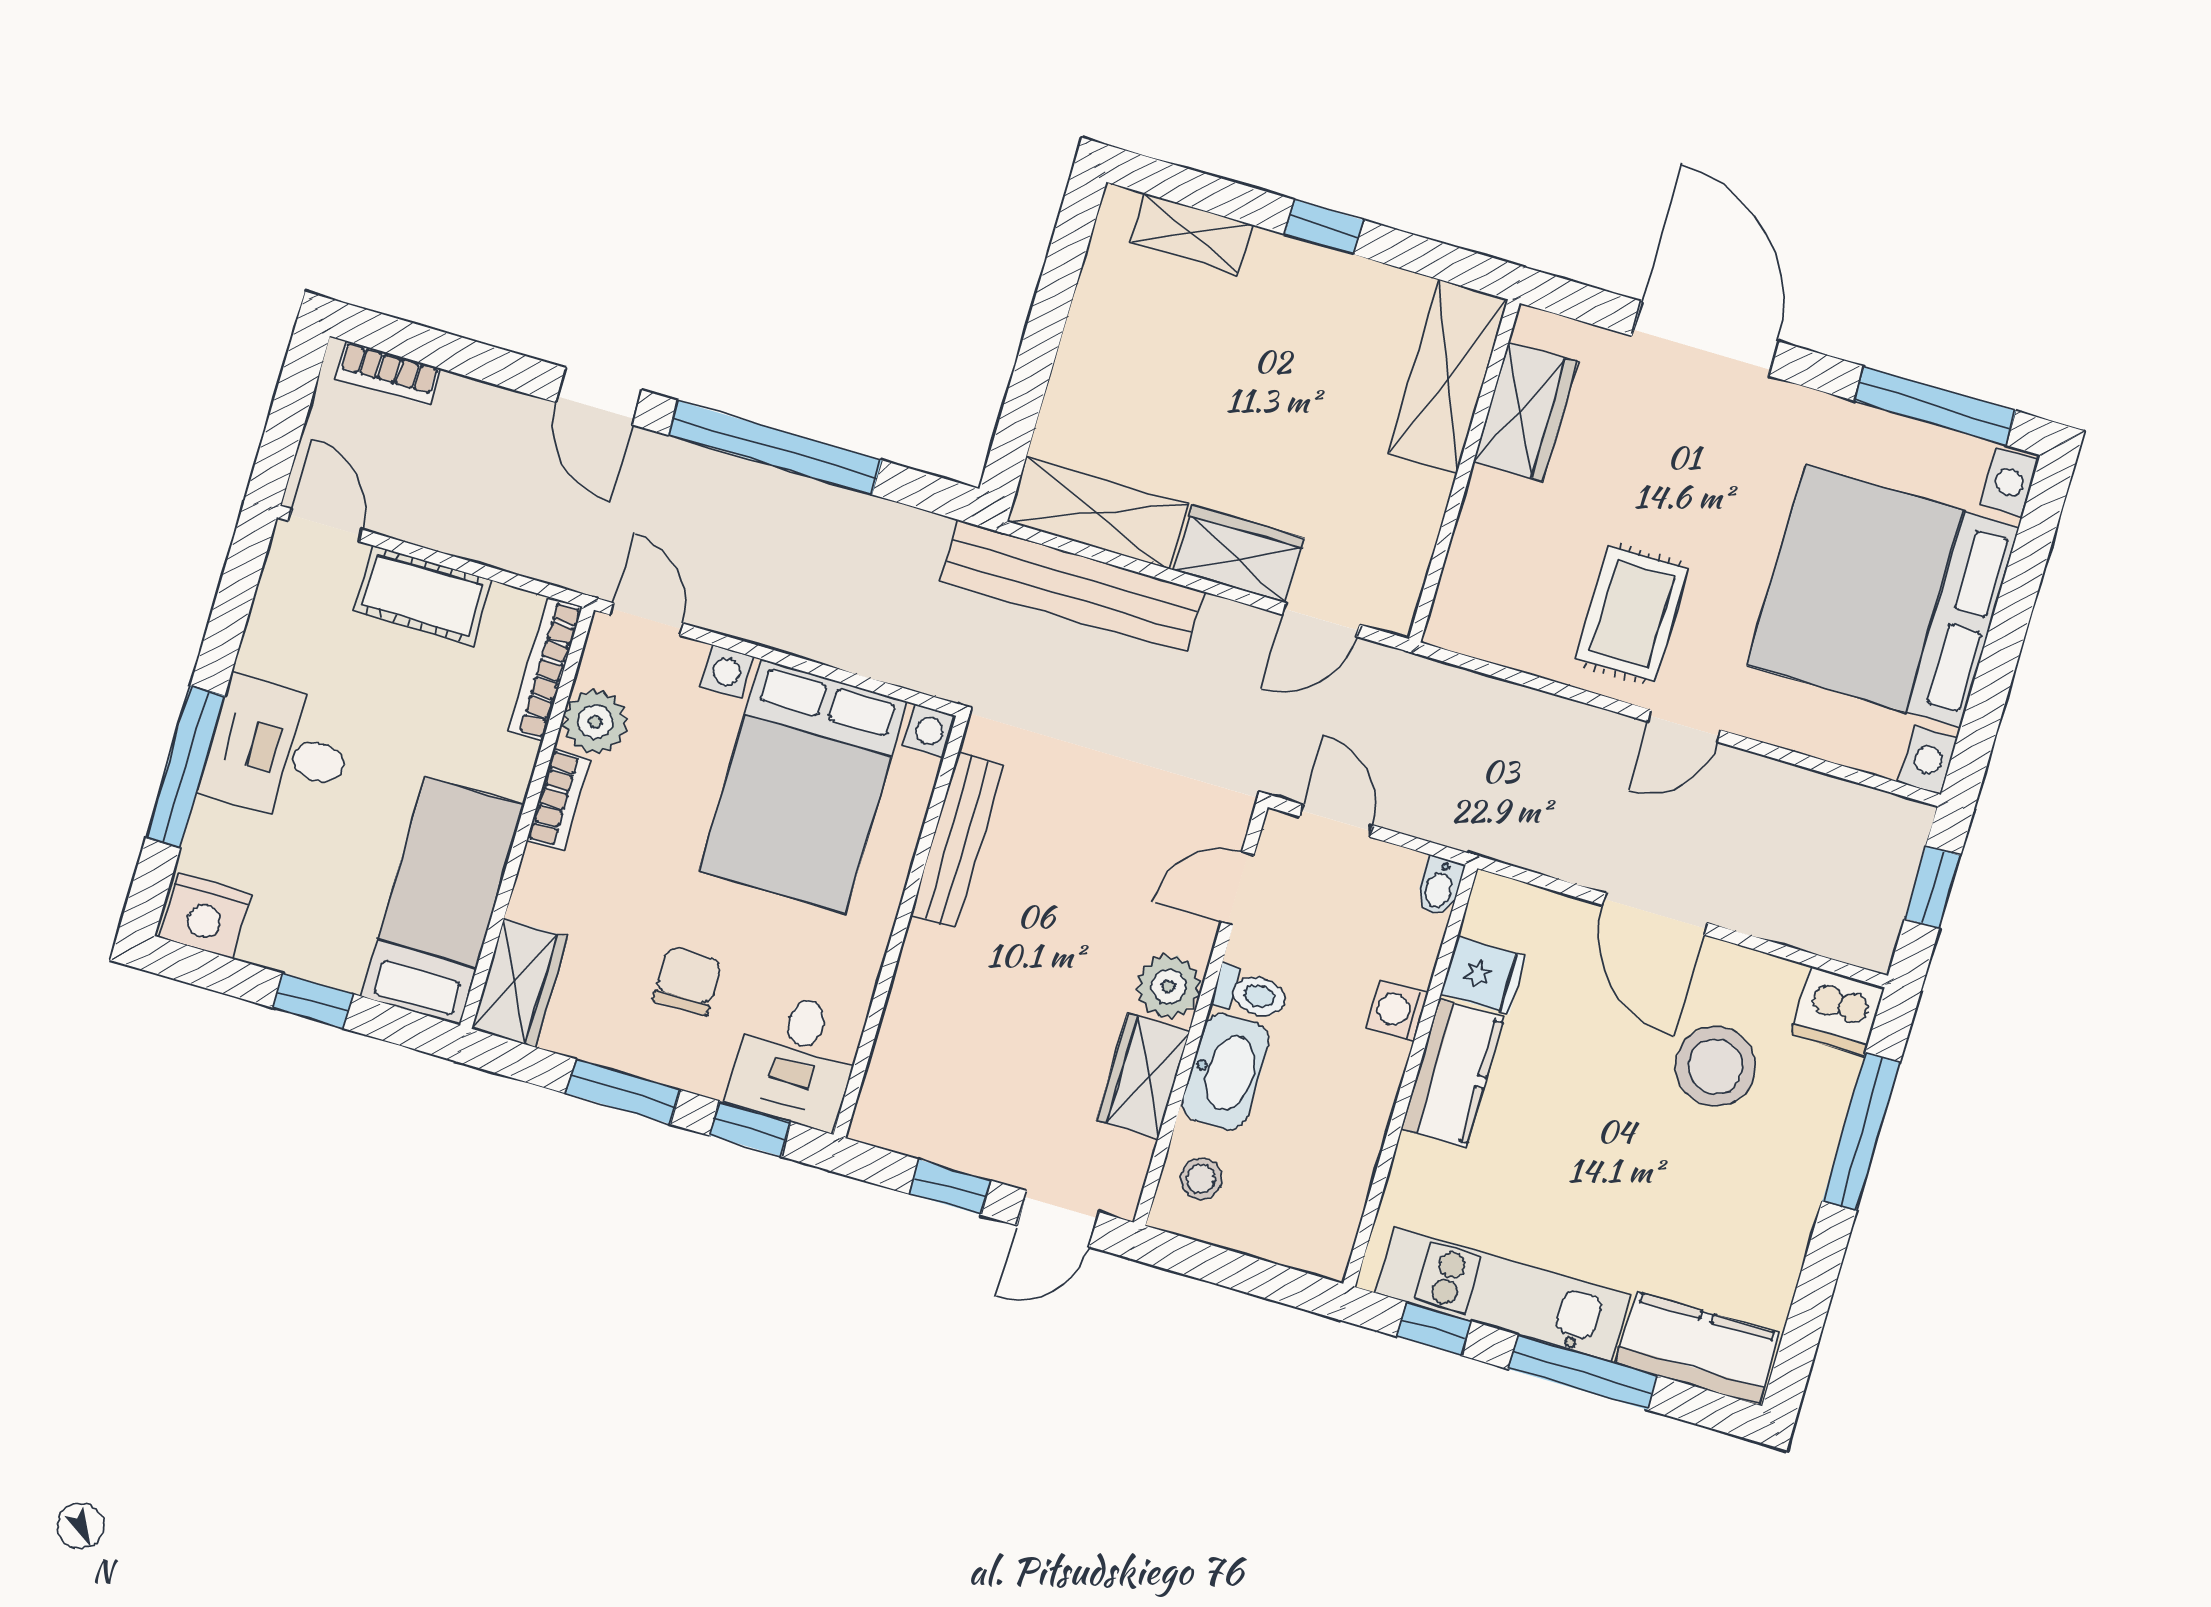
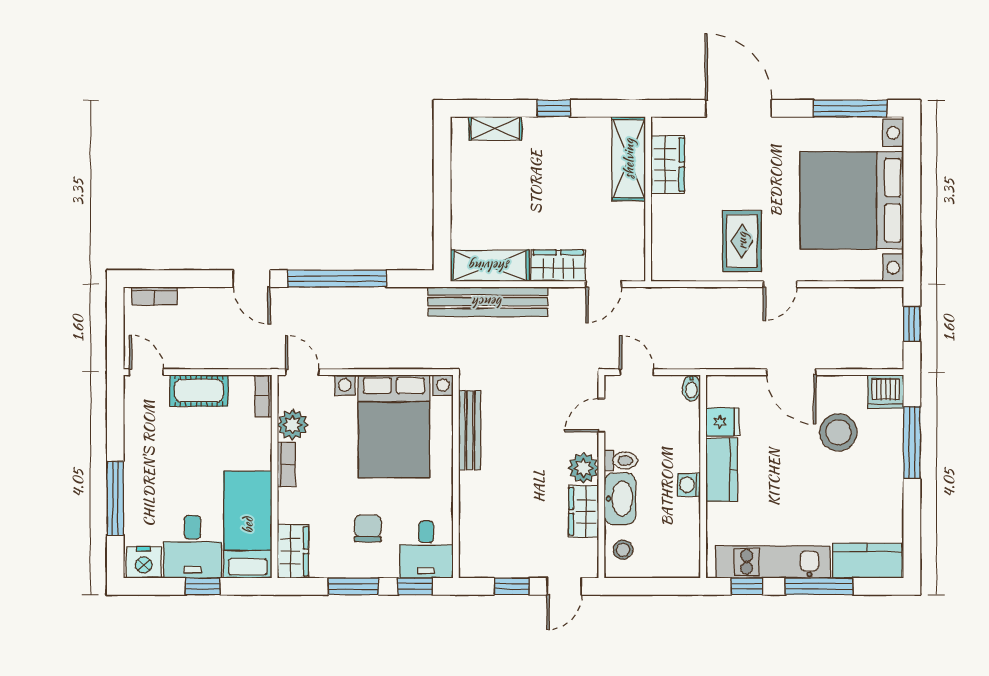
bookcase: (546, 669) -> (263, 396), width x0.64
desk: (279, 751) -> (192, 547), moved, turned -90
washing machine: (1397, 1011) -> (689, 485), moved

